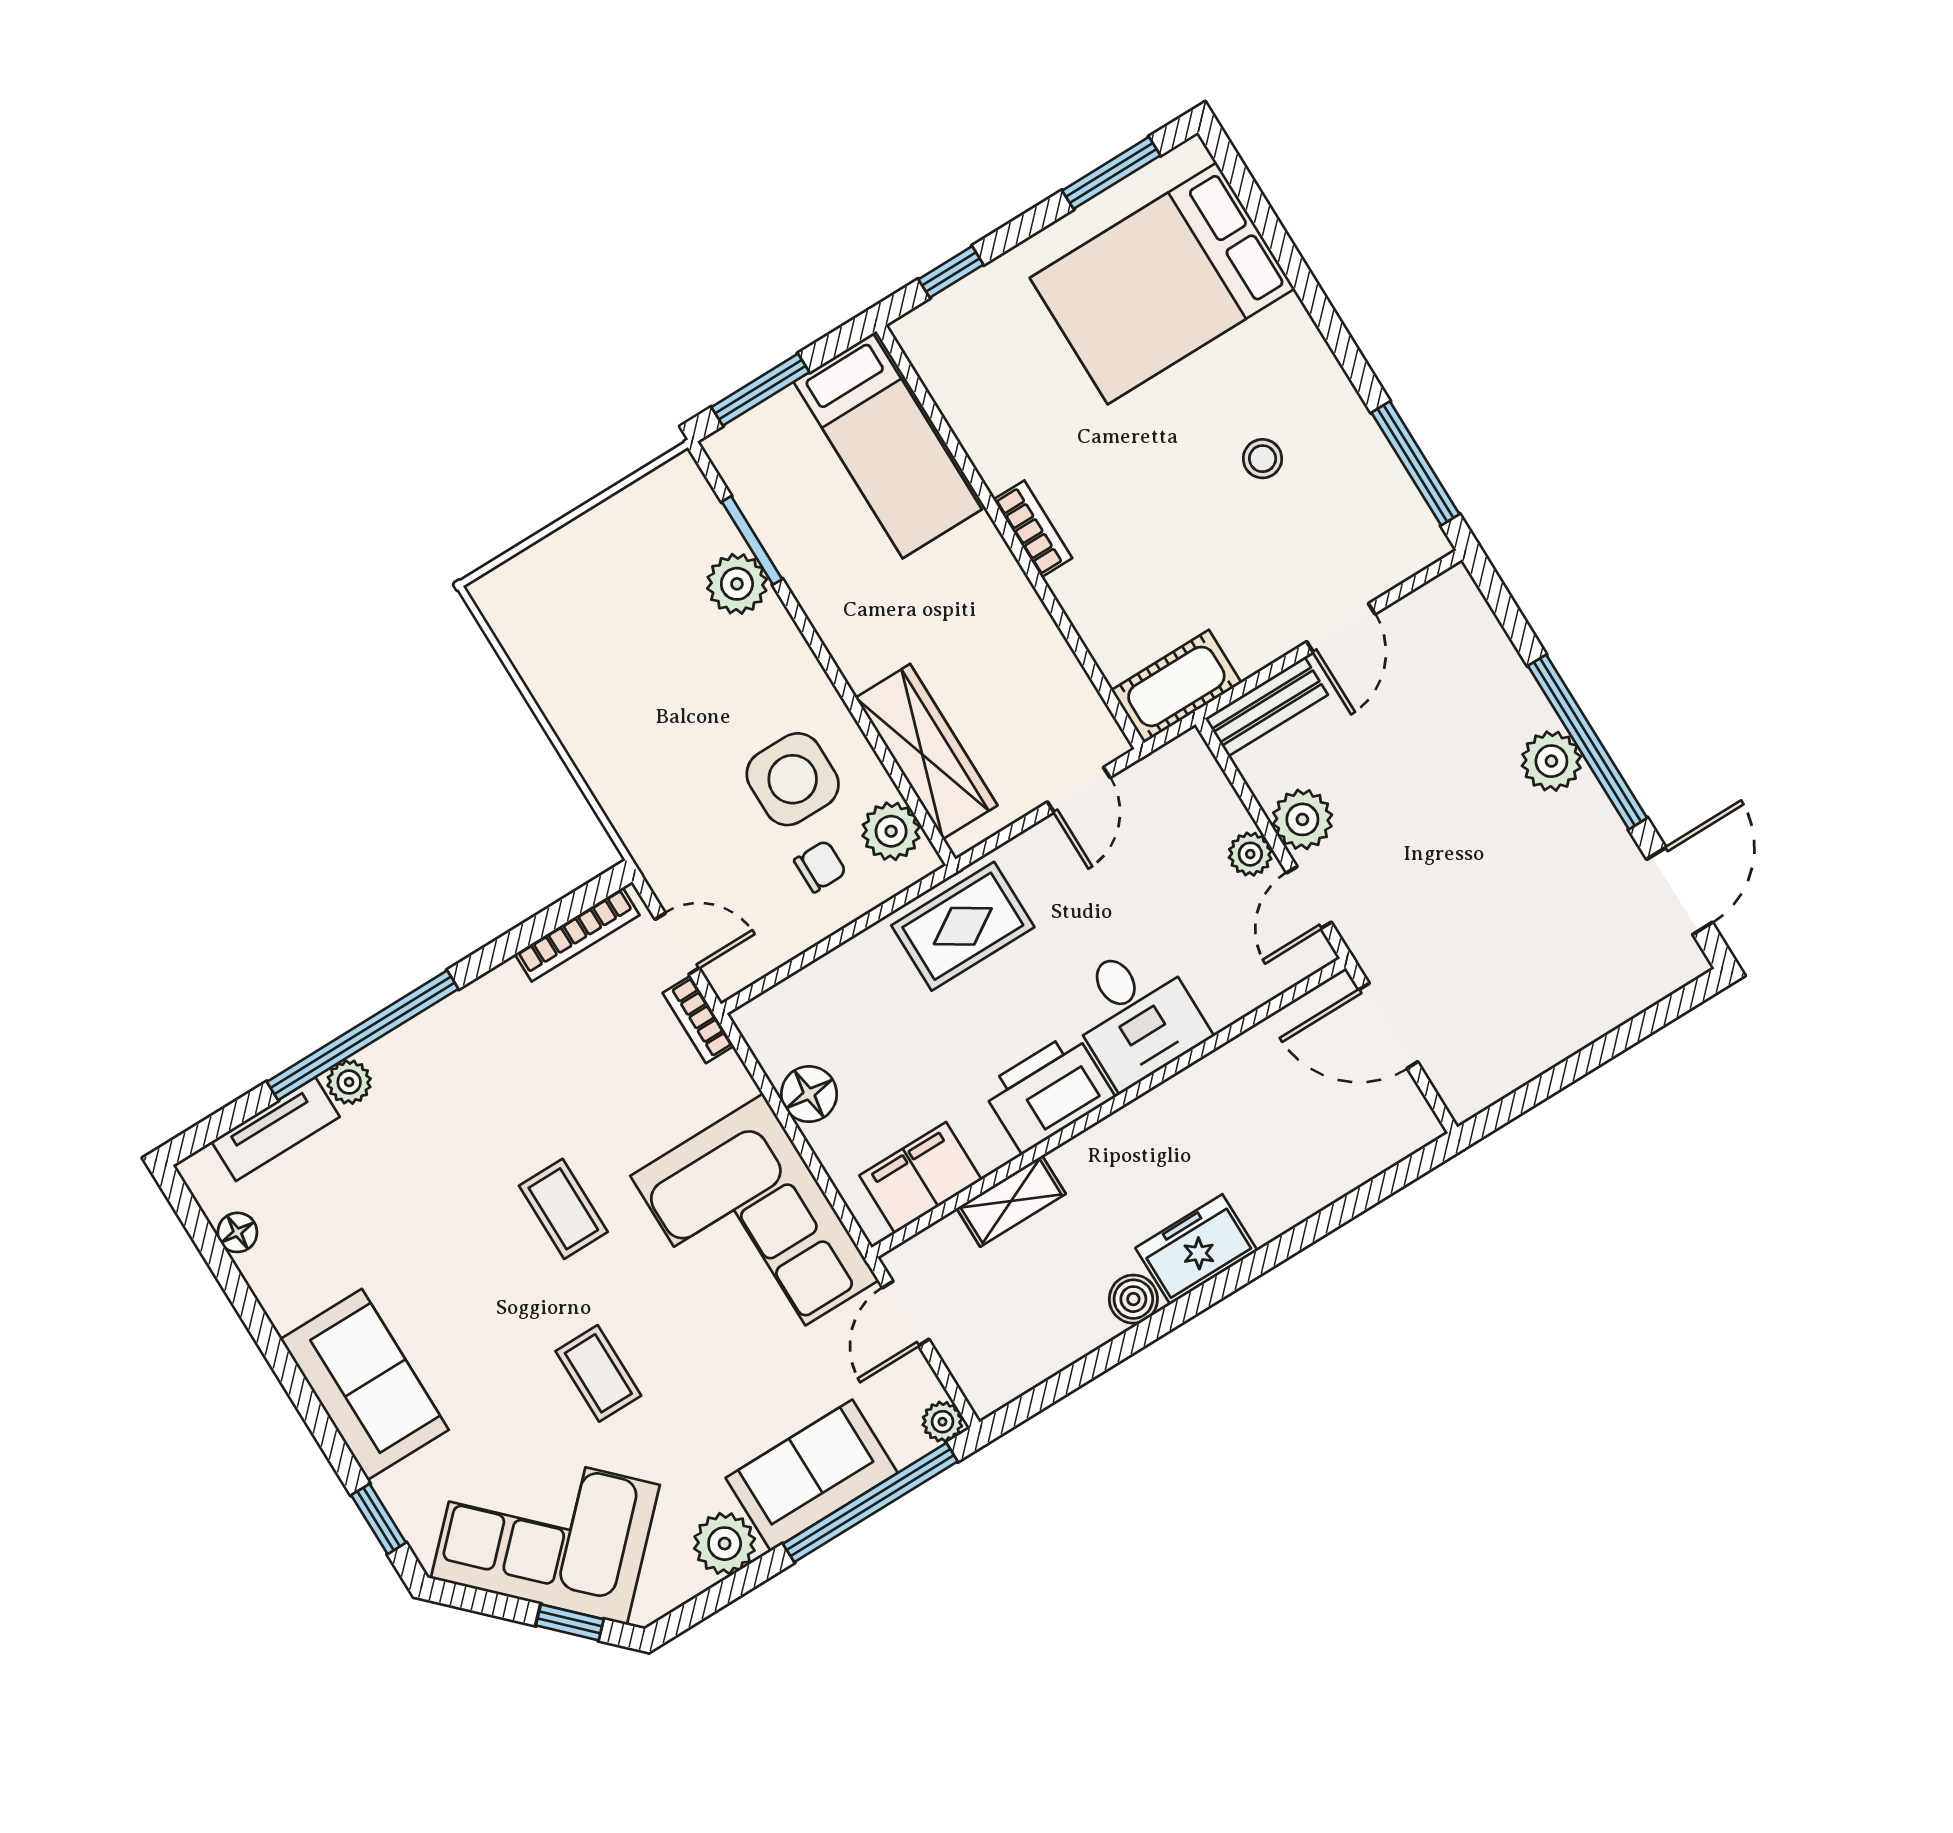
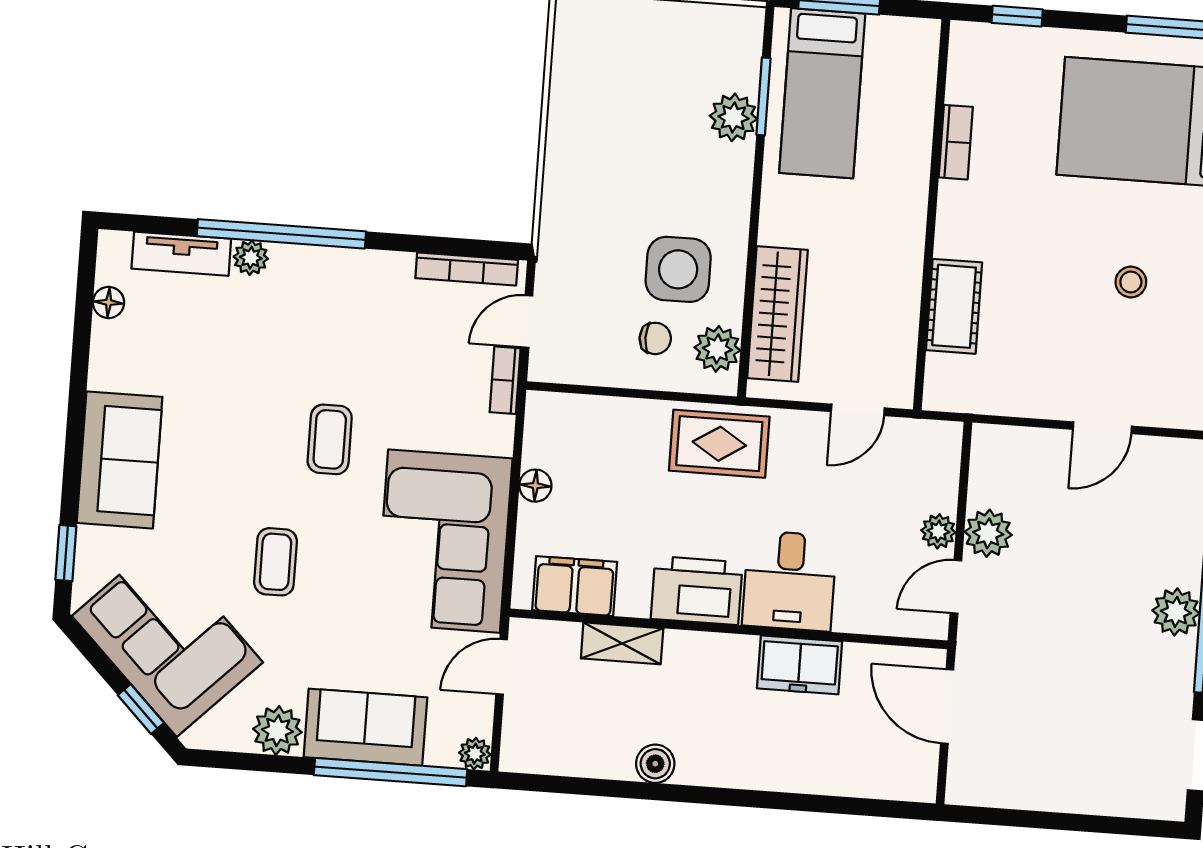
bed: (888, 446) -> (822, 93), moved
bookcase: (1033, 529) -> (956, 142), moved
cot: (1176, 686) -> (954, 306), moved, turned 90
bench: (1266, 707) -> (1018, 444), removed
door: (677, 944) -> (527, 321), swing flipped
floor lamp: (809, 1094) -> (535, 486), width x0.73, depth x0.73
freezer: (1196, 1249) -> (800, 665), moved, turned 180

